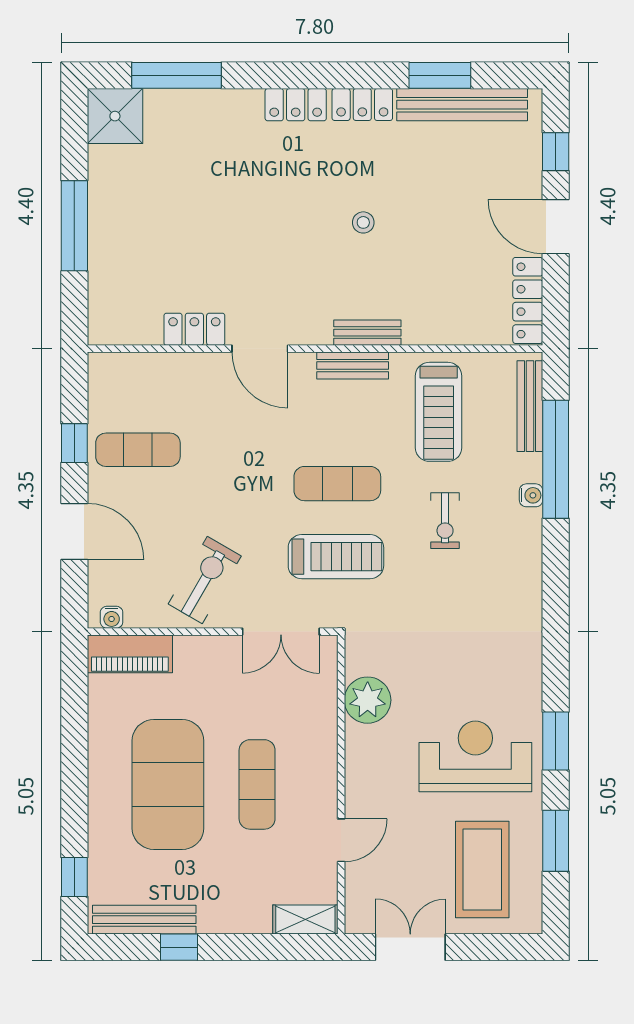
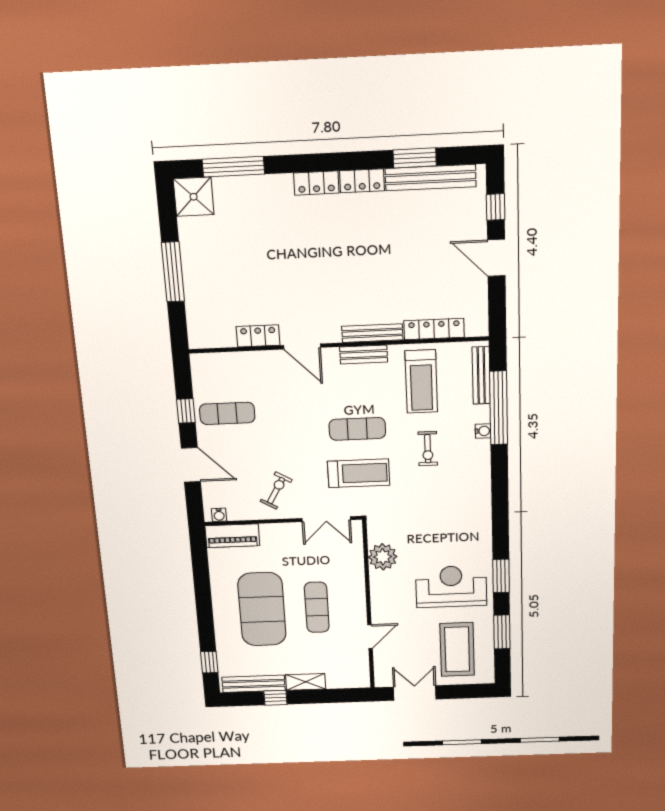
stool: (363, 222) -> (366, 261), removed
locker: (528, 300) -> (434, 329), moved, turned 90
bench: (367, 333) -> (372, 333), width x1.36
exercise bike: (205, 580) -> (276, 491), width x0.73, depth x0.72
shelving: (305, 920) -> (306, 682), moved

